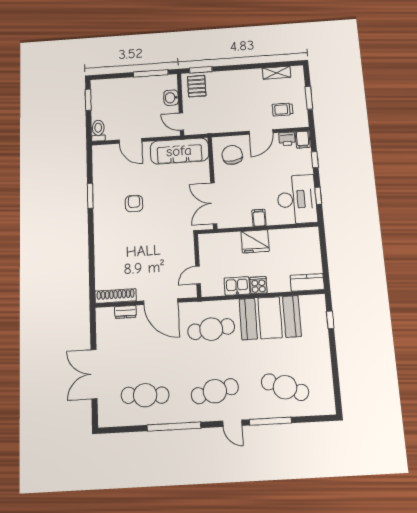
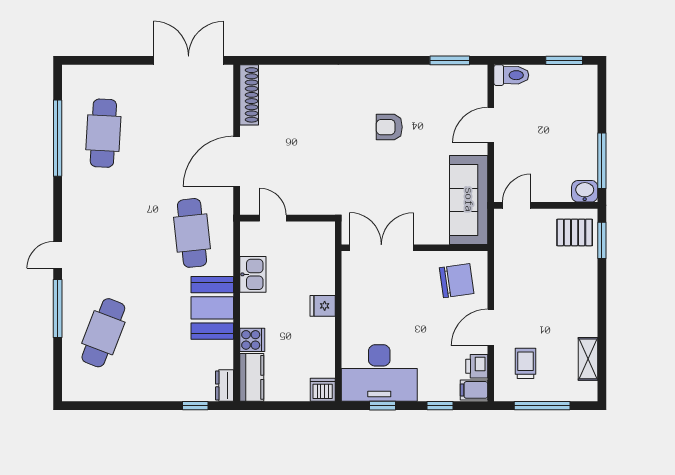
washbasin: (171, 98) -> (585, 191), moved
window: (309, 98) -> (542, 406), width x1.44
door: (261, 132) -> (491, 327), hinge flipped
window: (90, 196) -> (450, 60), moved
armchair: (134, 203) -> (389, 127), turned 180
filing cabinet: (259, 218) -> (354, 314), removed
dishwasher: (311, 235) -> (323, 390), added
fridge: (255, 241) -> (323, 306), width x0.53, depth x0.75
cooker: (258, 285) -> (252, 340), moved
dresser: (125, 312) -> (225, 385), moved
booth: (270, 318) -> (212, 308), width x0.73, depth x0.70
double door: (94, 374) -> (189, 60), moved
cafe table: (215, 391) -> (103, 233), removed
window: (174, 427) -> (58, 138), moved

